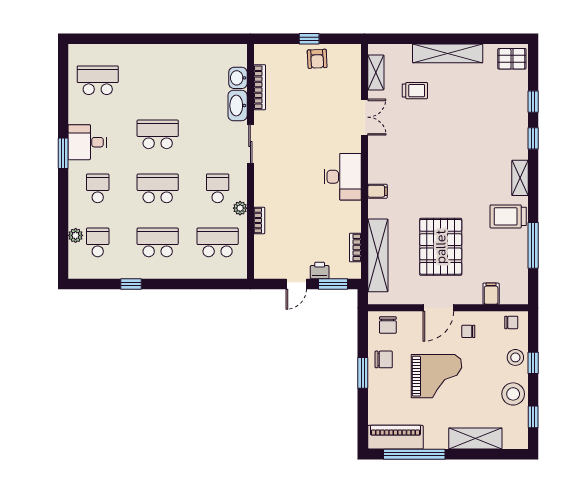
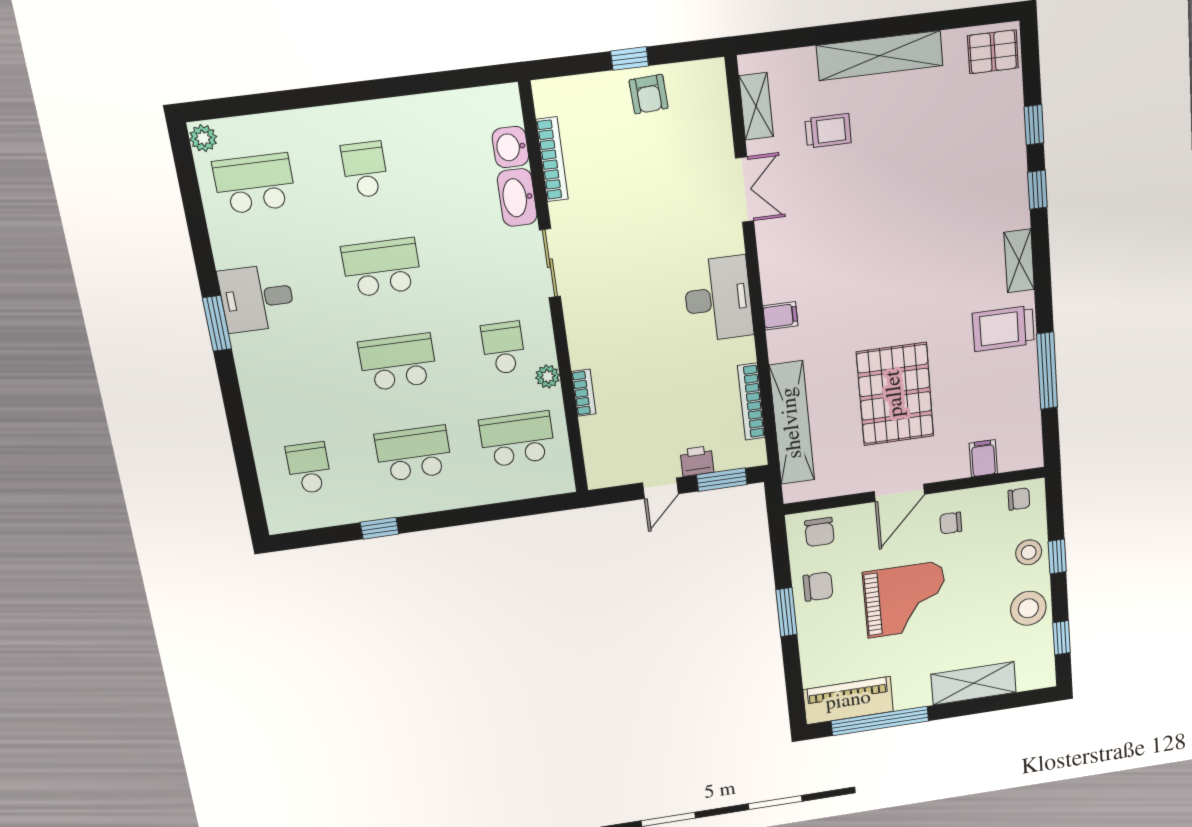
school desk: (98, 188) -> (365, 170), moved
plant: (76, 235) -> (203, 138), moved
bookcase: (355, 248) -> (751, 402), width x1.56

